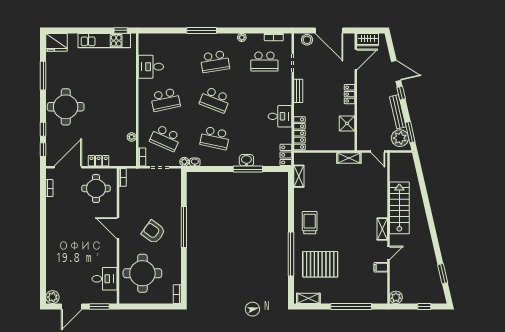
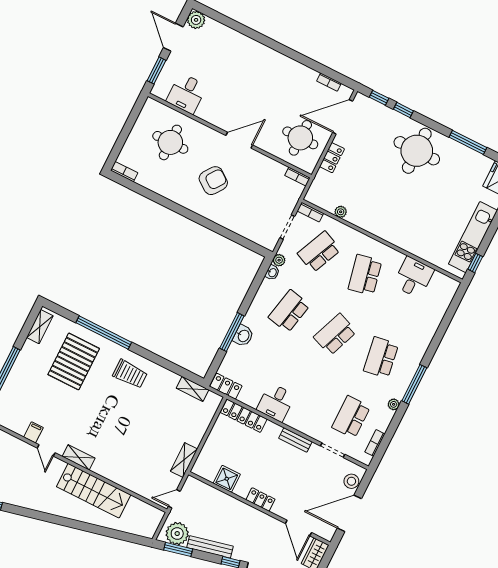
window: (202, 30) -> (414, 384), moved
door: (68, 167) -> (343, 117), swing flipped
window: (184, 227) -> (201, 220), removed
round table: (142, 273) -> (170, 142), width x0.73, depth x0.73

